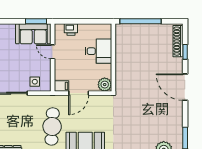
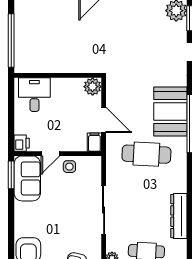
printer: (71, 29) -> (22, 143), moved
desk: (98, 51) -> (34, 95), moved
side table: (35, 82) -> (69, 167), moved

